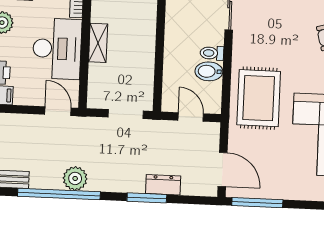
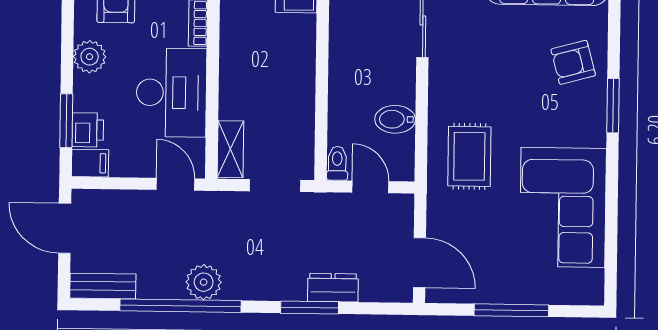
shelving: (98, 43) -> (230, 149), moved
toilet: (212, 53) -> (337, 163), moved, turned 90
rug: (259, 98) -> (469, 156), width x0.73, depth x0.70
window: (257, 203) -> (511, 310), moved

